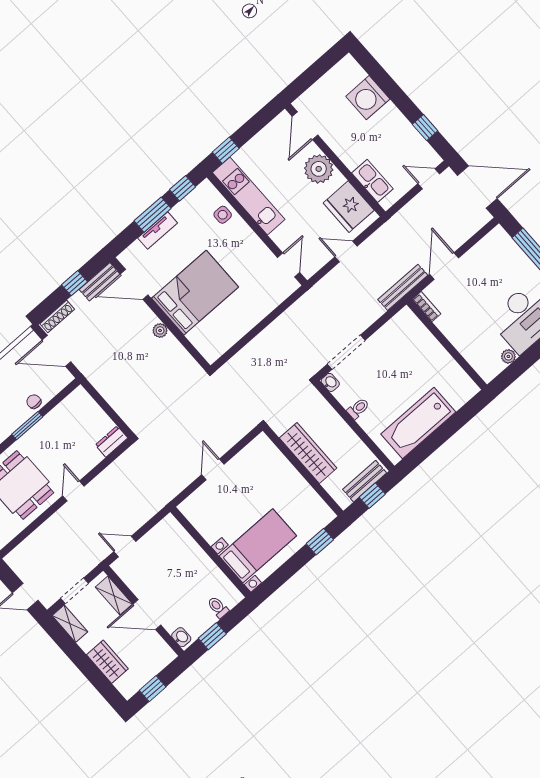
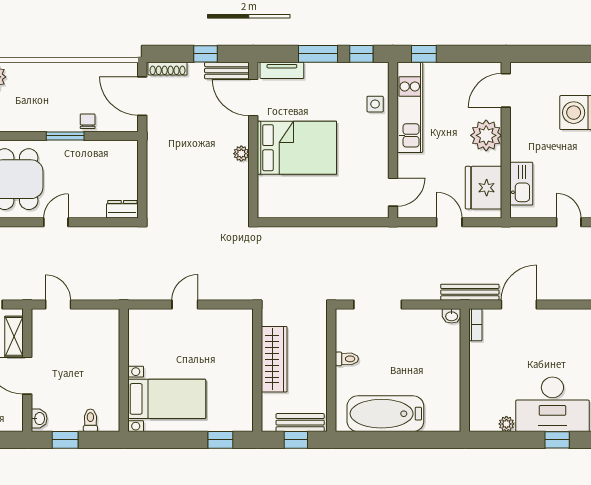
tv unit: (158, 230) -> (282, 70), moved
washbasin: (330, 382) -> (452, 316), moved, turned 90

